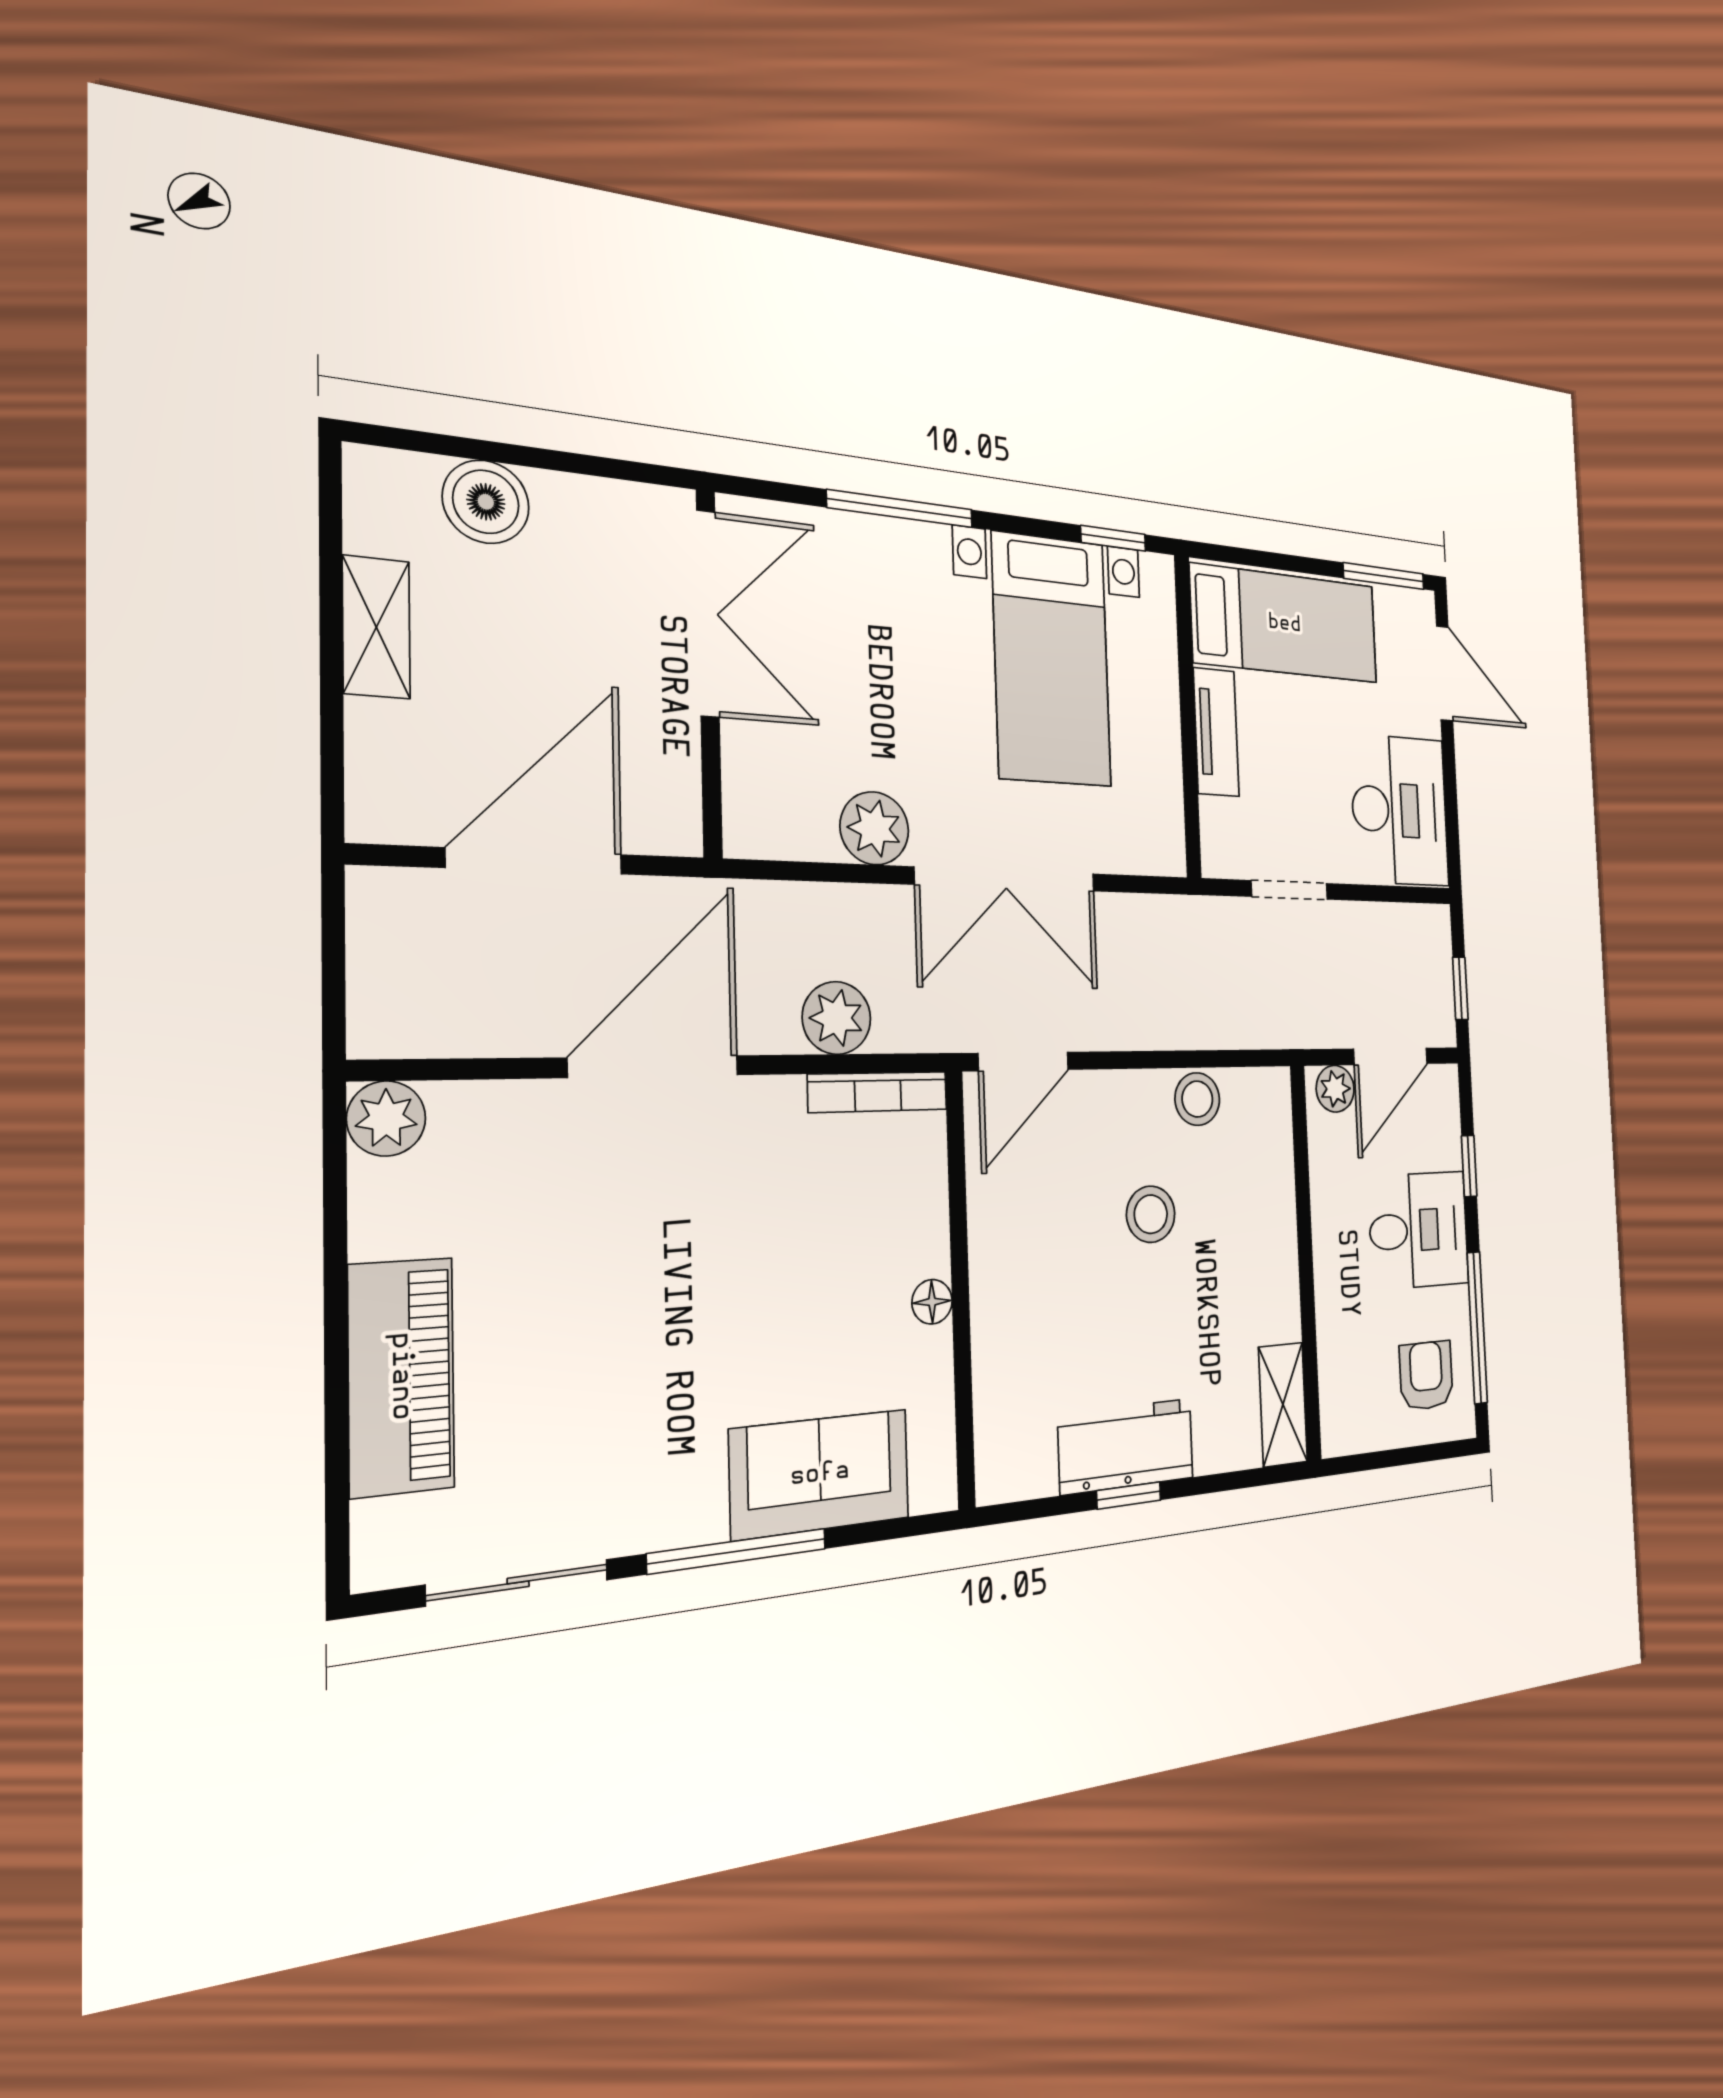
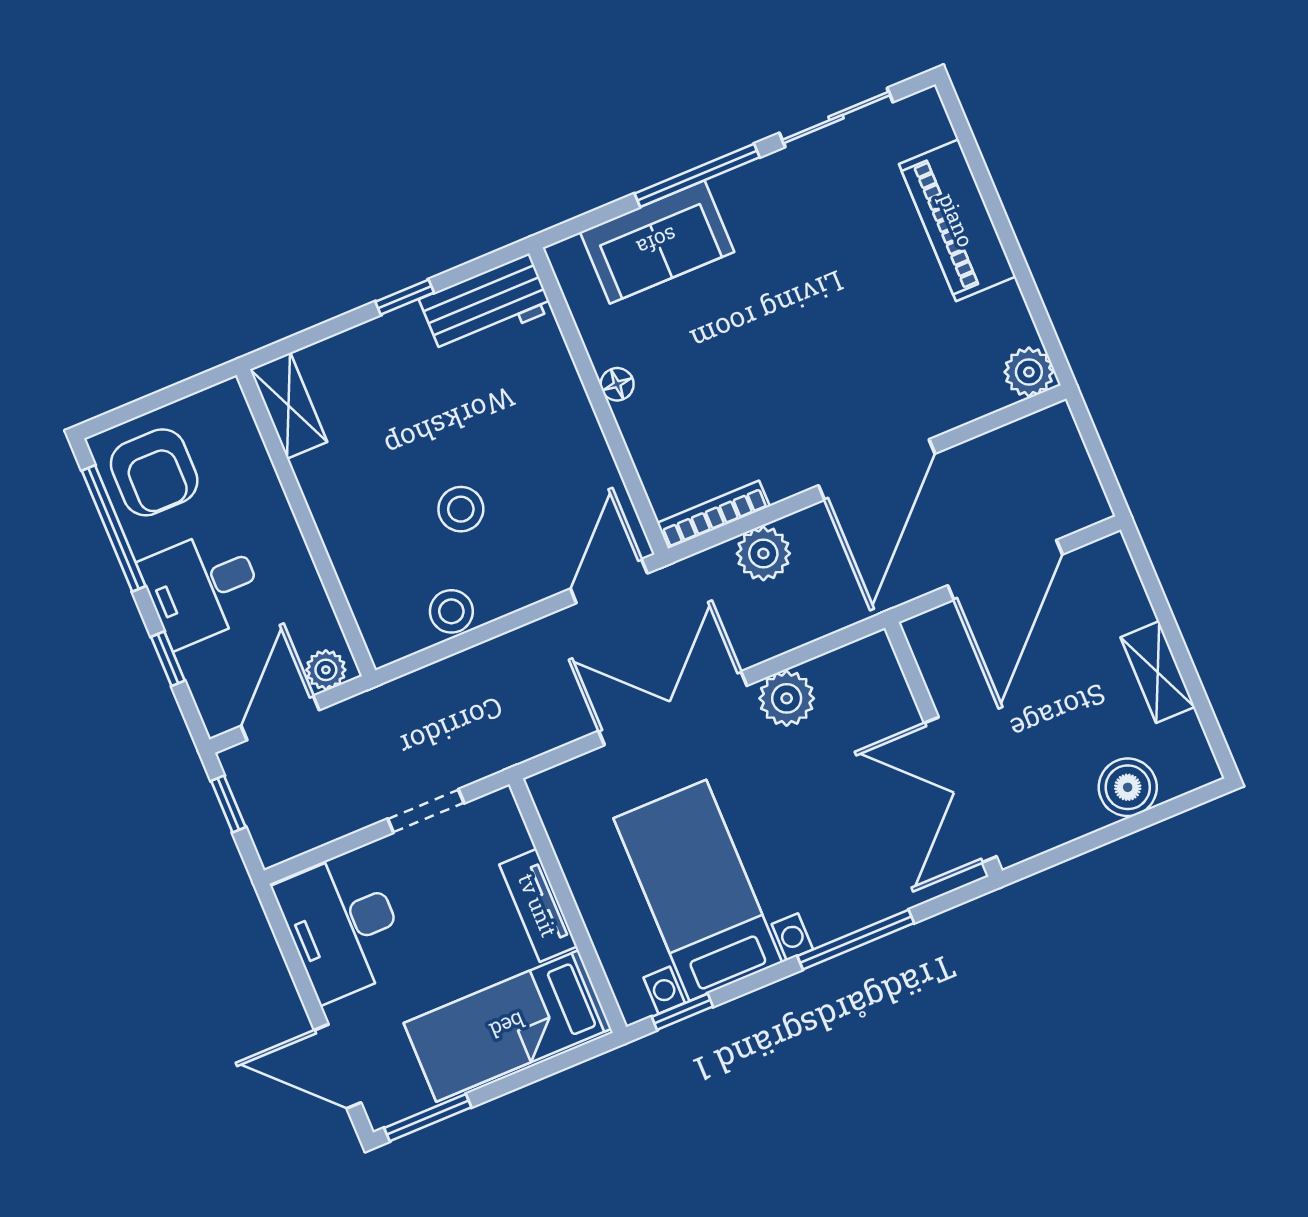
armchair: (1426, 1376) -> (154, 472), width x1.38, depth x1.38
workbench: (1126, 1446) -> (486, 305), moved

